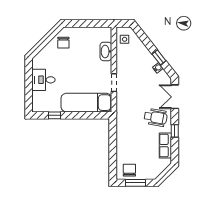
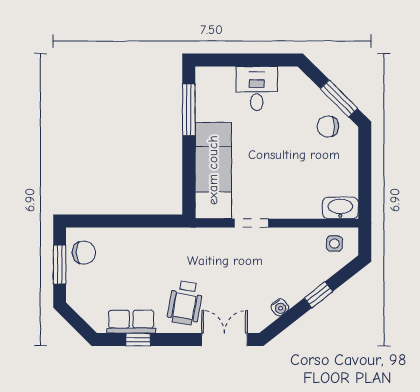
window: (49, 37) -> (339, 99), added
washbasin: (106, 51) -> (340, 208), moved
window: (159, 57) -> (318, 295), moved
window: (55, 115) -> (189, 110), width x2.17
window: (175, 131) -> (138, 340), moved

